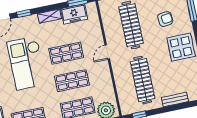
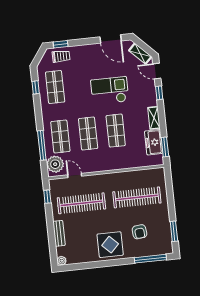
door: (107, 52) -> (75, 175), moved
checkout: (27, 63) -> (110, 91), width x0.73, depth x0.83

